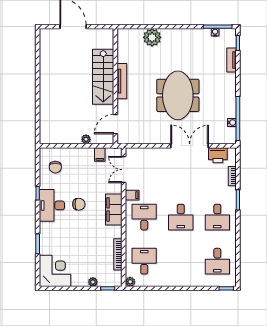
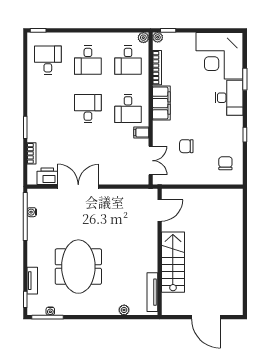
plant: (152, 37) -> (124, 310), width x0.53, depth x0.53
tv unit: (122, 81) -> (152, 292), moved
meeting table: (178, 95) -> (78, 267), moved
plant: (86, 139) -> (192, 194), removed
double door: (190, 146) -> (78, 187), swing flipped
filing cabinet: (100, 154) -> (177, 177), removed
chair: (79, 204) -> (186, 146), moved
desk: (52, 205) -> (229, 98), moved
filing cabinet: (114, 209) -> (161, 103), moved
desk: (217, 217) -> (88, 60), moved, turned 180
corner desk: (55, 271) -> (220, 56), width x1.36, depth x1.36
plant: (93, 282) -> (158, 37), moved

